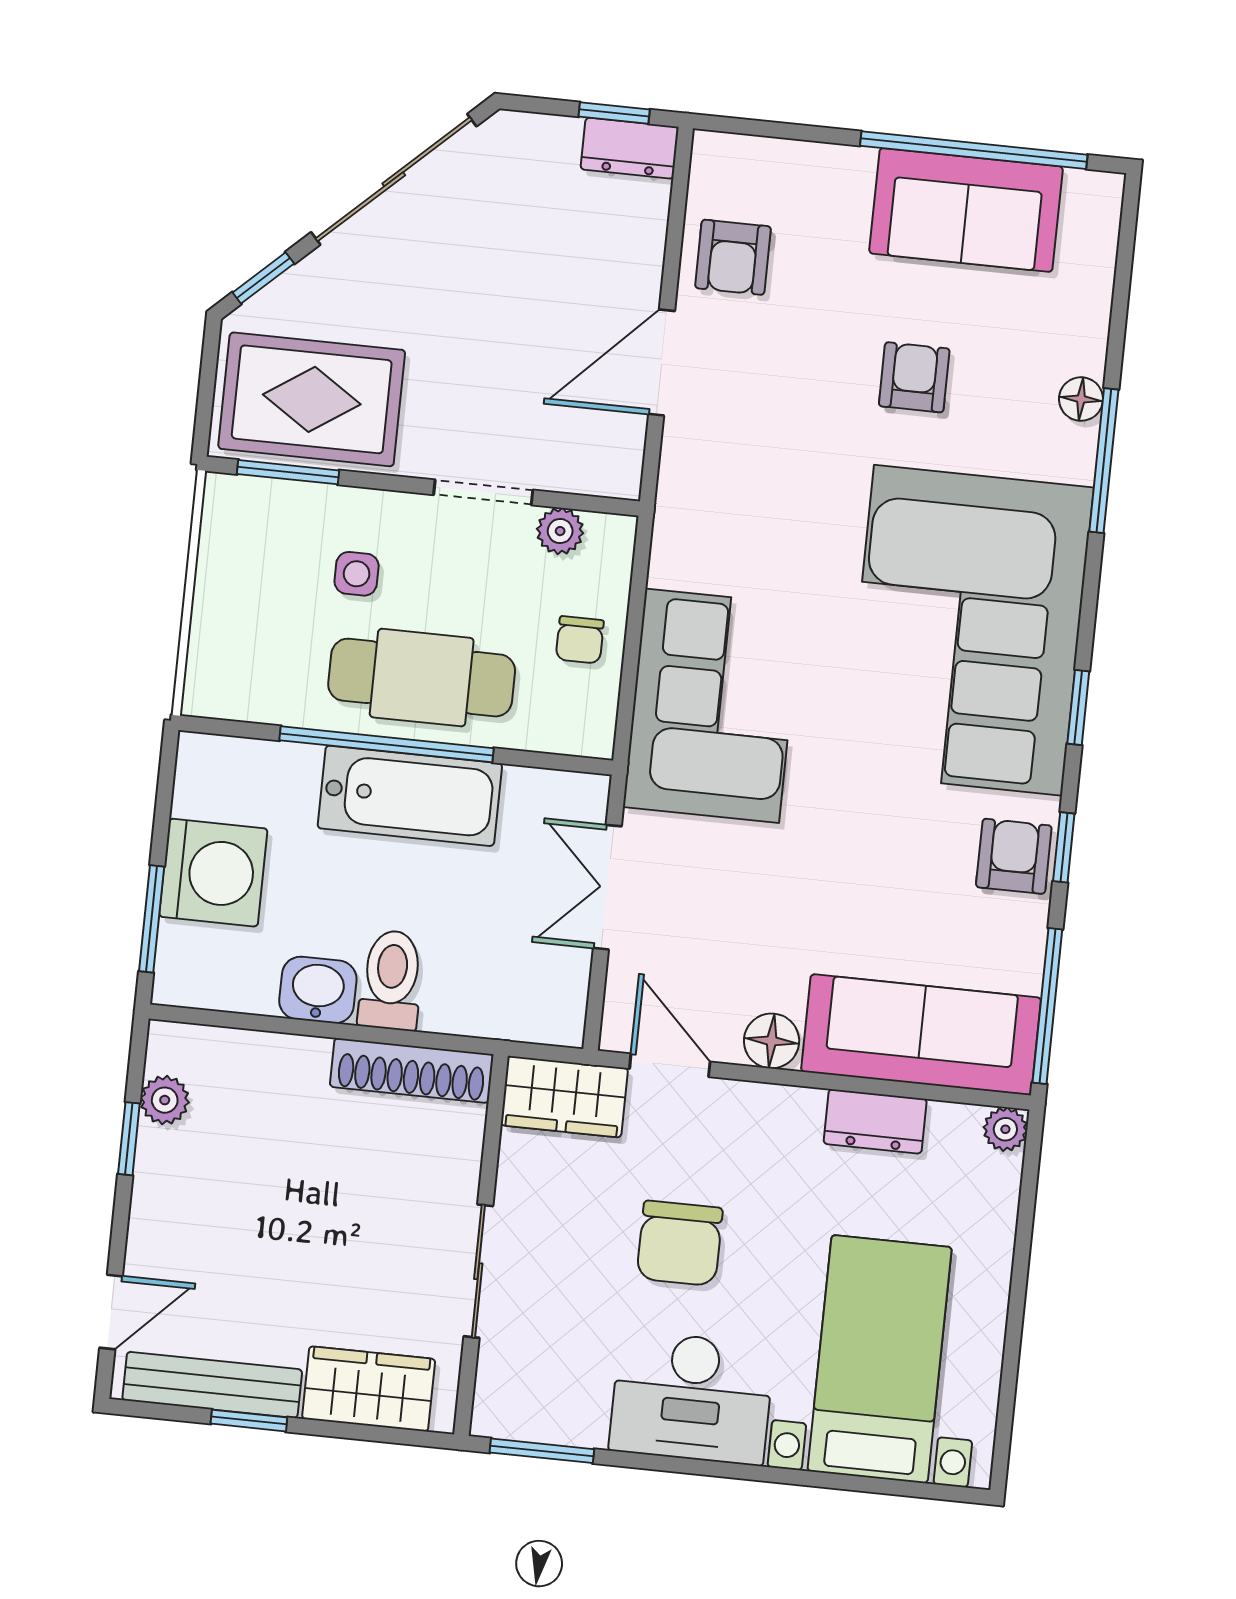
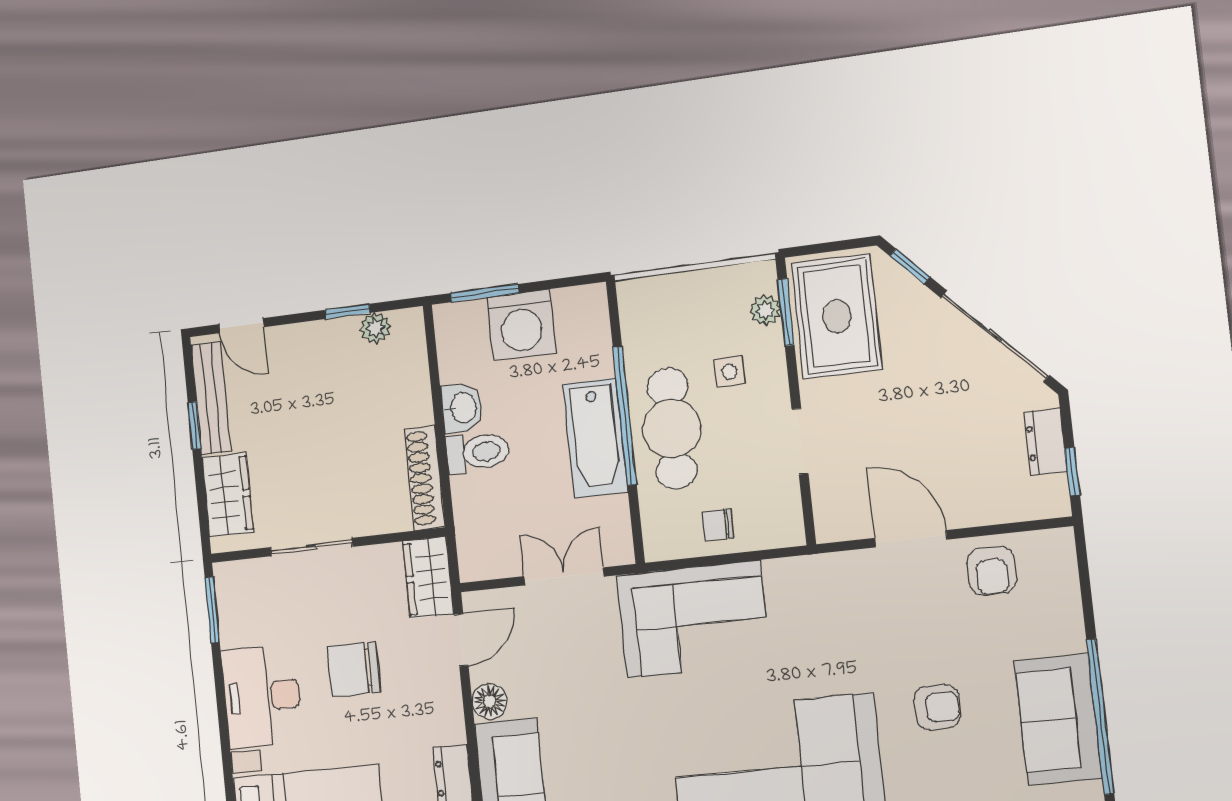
dresser: (630, 148) -> (1045, 442), moved
armchair: (733, 257) -> (992, 571), turned -90
plant: (560, 531) -> (765, 310), moved

